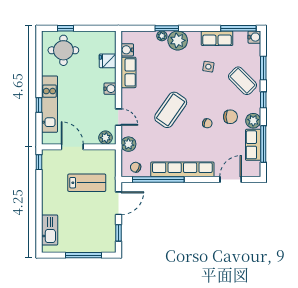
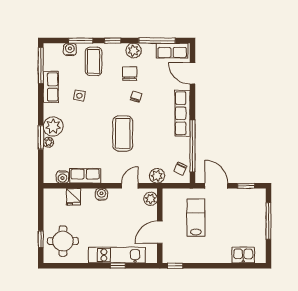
water cooler: (254, 37) -> (70, 49), moved
coffee table: (243, 81) -> (94, 61), turned -45
coffee table: (171, 110) -> (123, 133), turned 55
row of seats: (253, 145) -> (172, 51), moved
row of seats: (182, 169) -> (182, 113), width x0.73
kitchen sink: (50, 230) -> (243, 255), width x0.73

